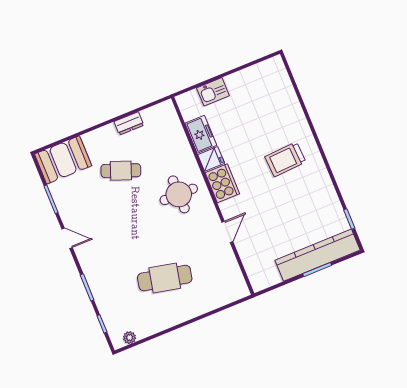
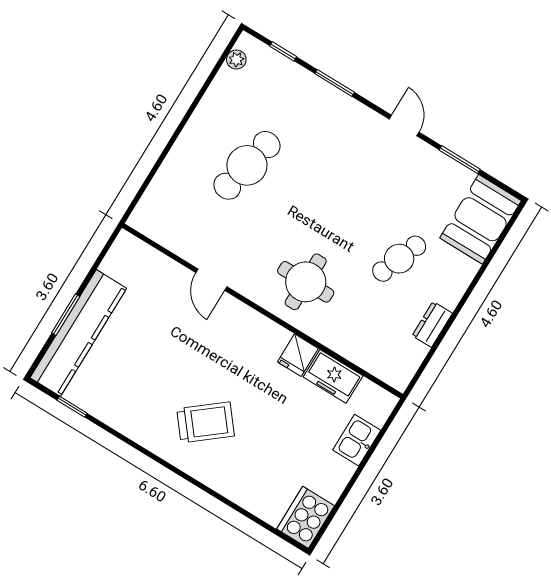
trolley: (285, 159) -> (206, 422), turned 54
cooker: (222, 183) -> (306, 517), moved, turned 90
door: (67, 238) -> (404, 126), swing flipped

